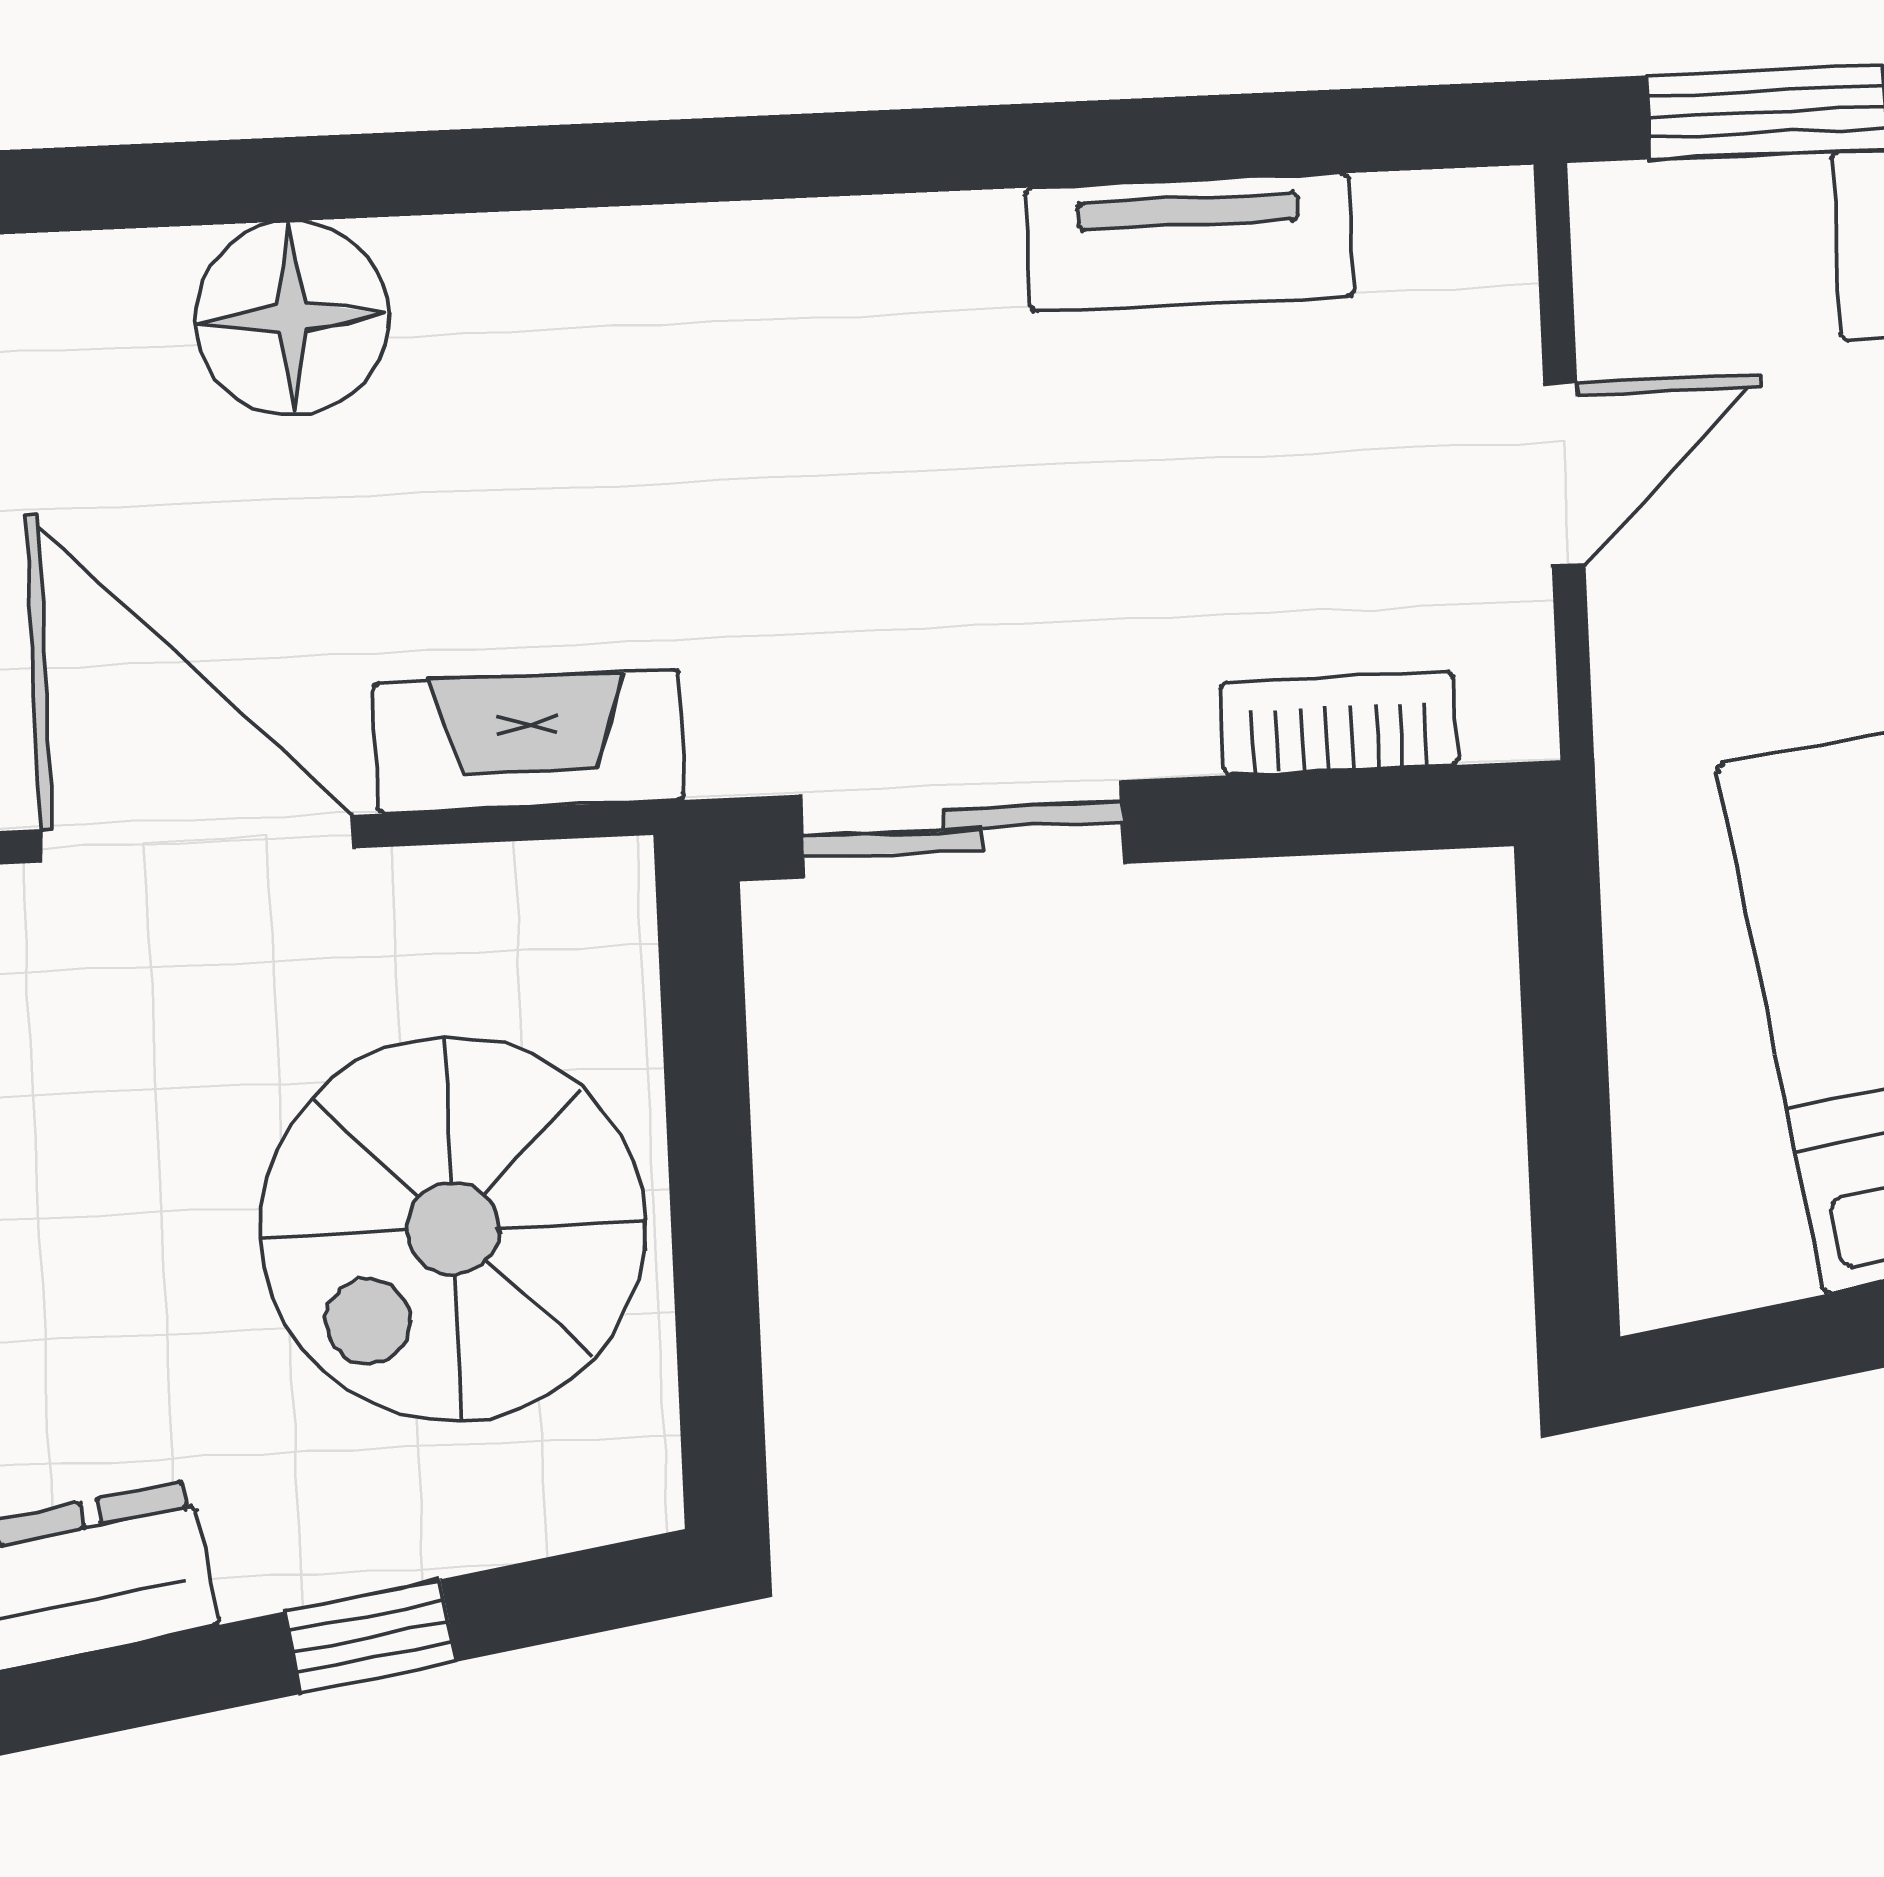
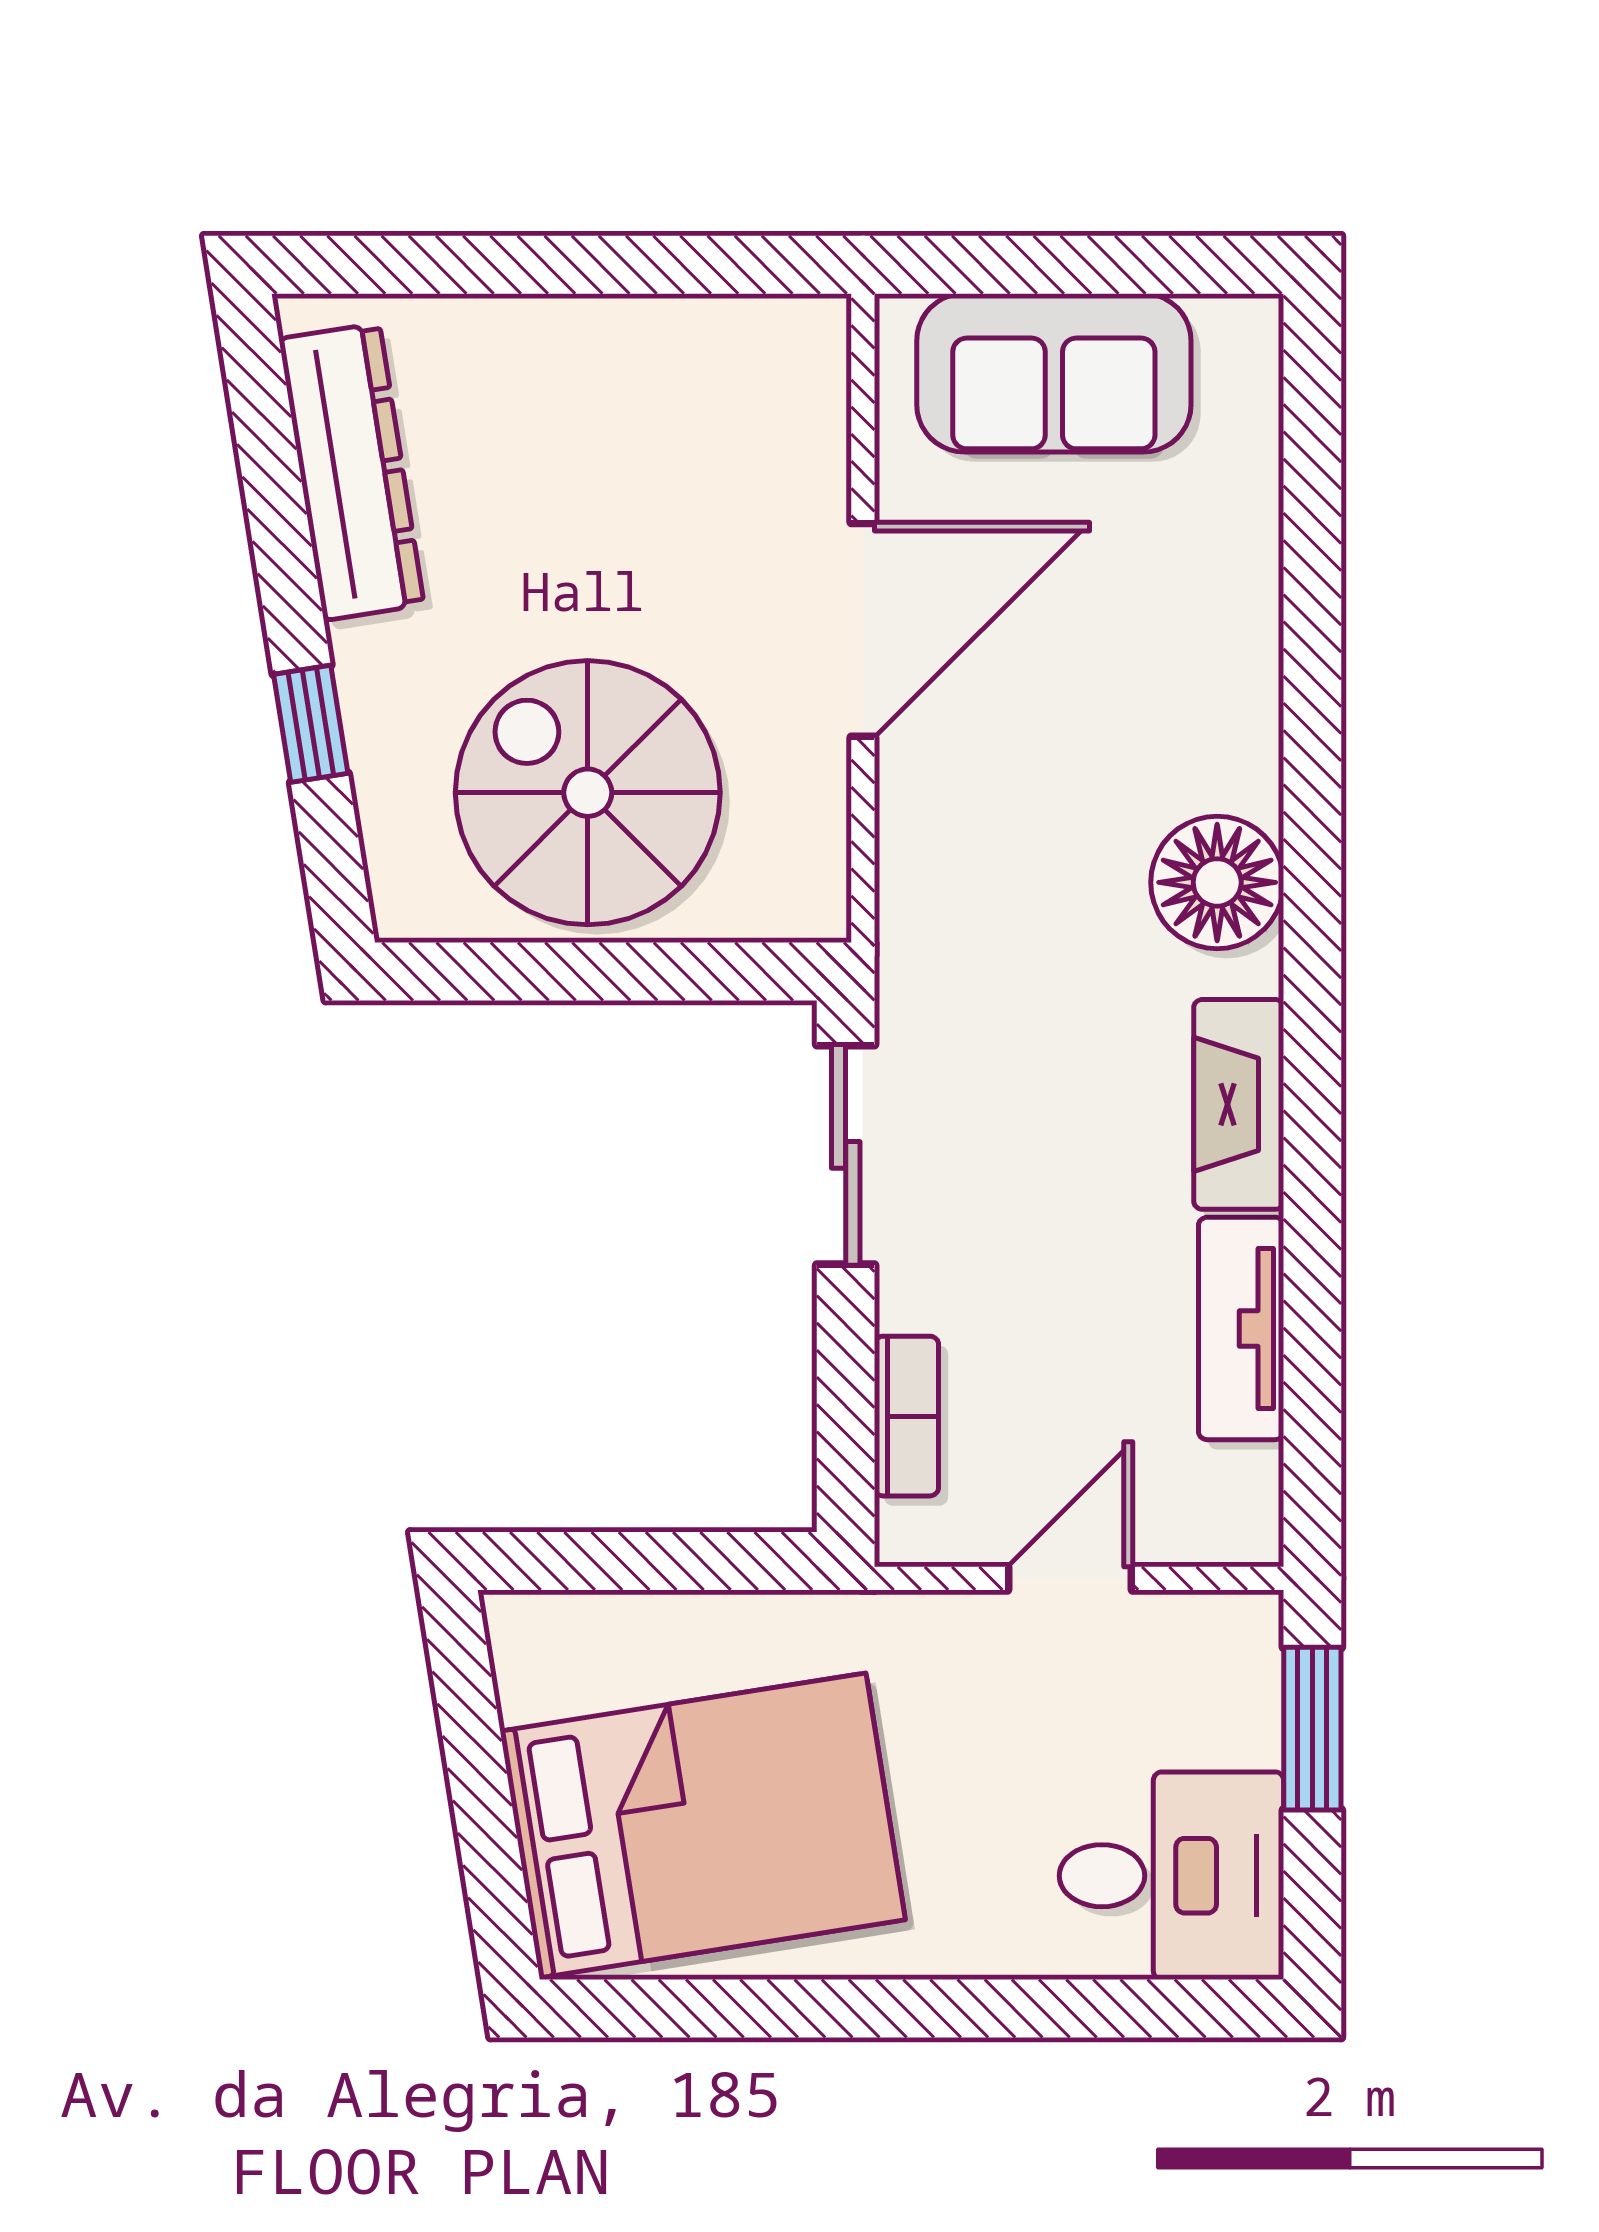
floor lamp: (292, 318) -> (1217, 882), moved
door: (1564, 475) -> (1070, 1578), swing flipped
fireplace: (529, 741) -> (1239, 1104), moved, turned 180

